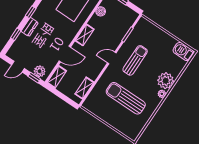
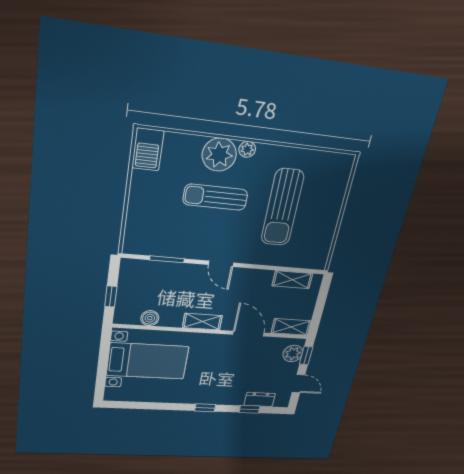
dresser: (30, 27) -> (260, 399), moved
sun lounger: (135, 60) -> (215, 197), moved

